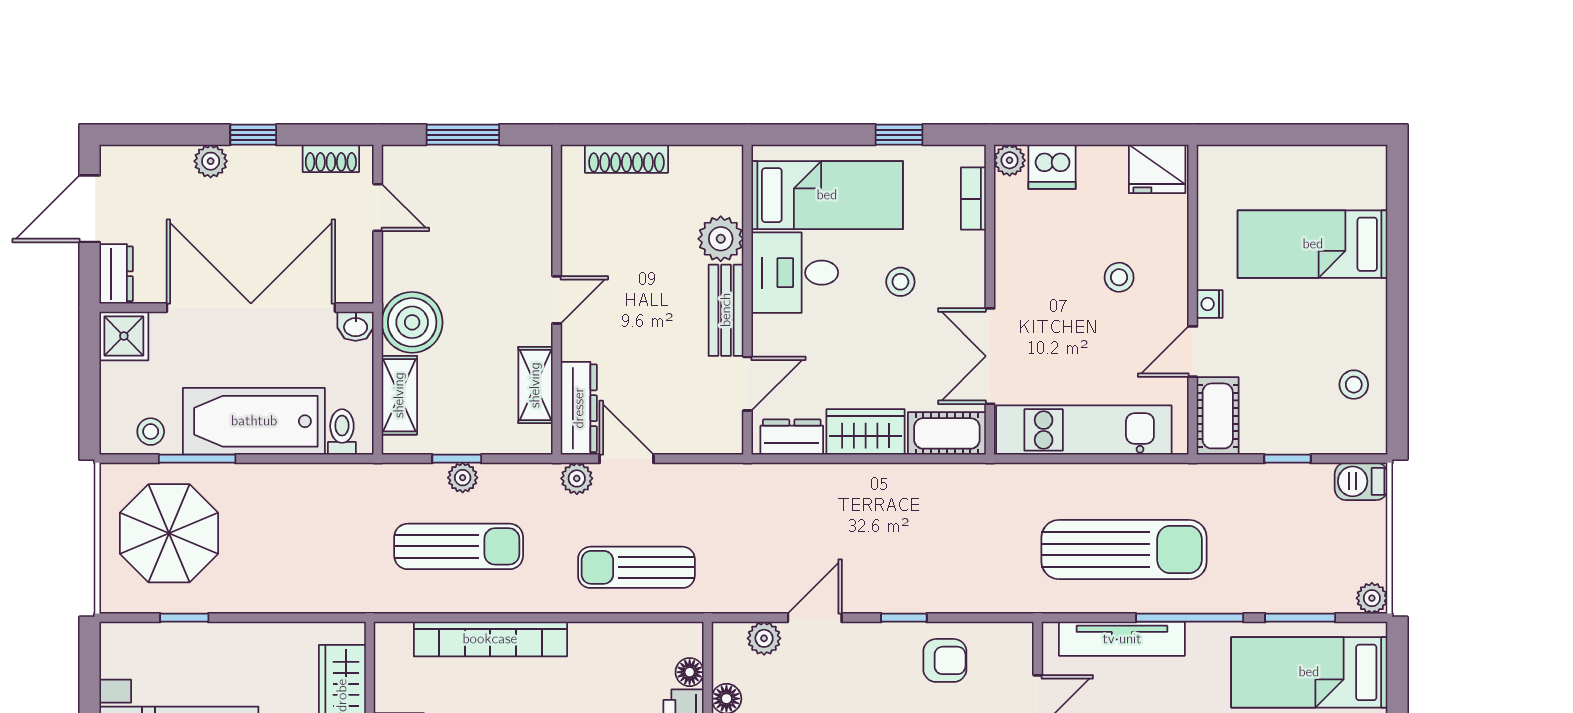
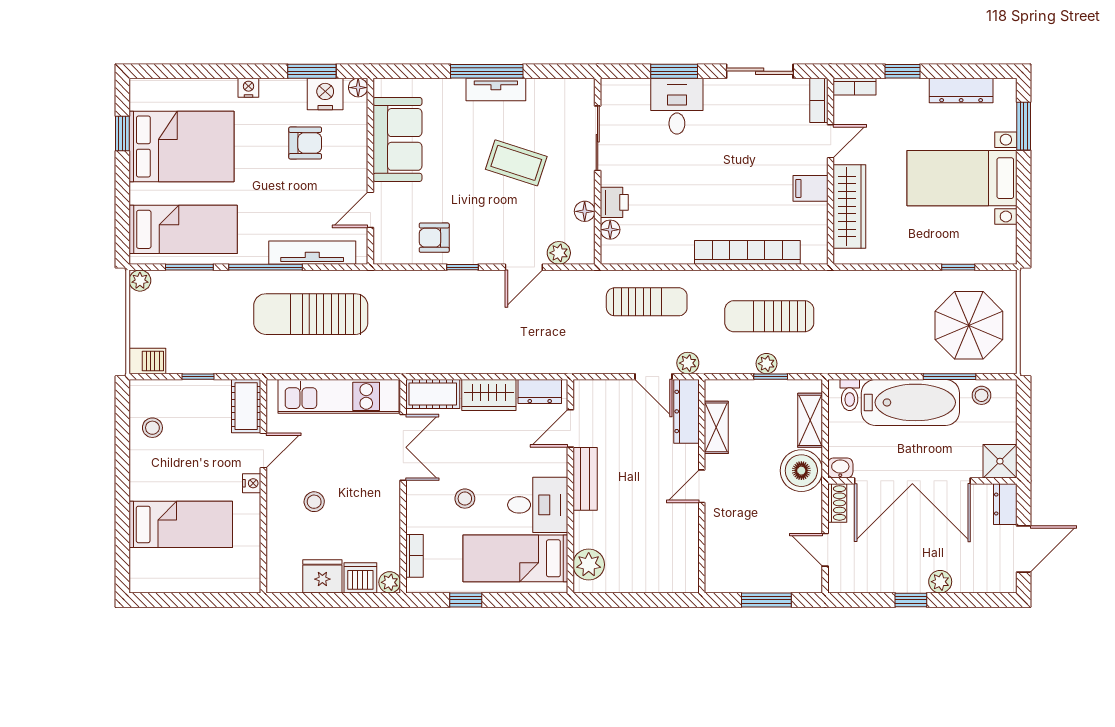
shoe rack: (331, 158) -> (837, 503), moved, turned 90
shoe rack: (627, 159) -> (654, 583), removed
fridge: (1157, 169) -> (322, 576), moved
plant: (721, 239) -> (589, 565), moved

